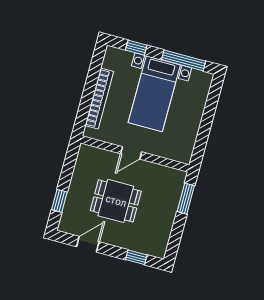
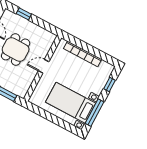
bed with nightstands: (154, 94) -> (71, 103), moved
door: (131, 153) -> (44, 66), hinge flipped

